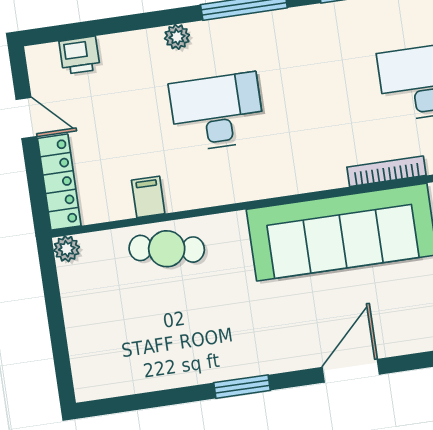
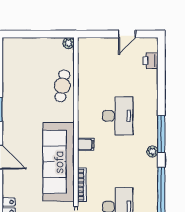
plant: (177, 37) -> (152, 151), moved
locker: (59, 182) -> (98, 44), removed
filing cabinet: (148, 197) -> (86, 144), moved

